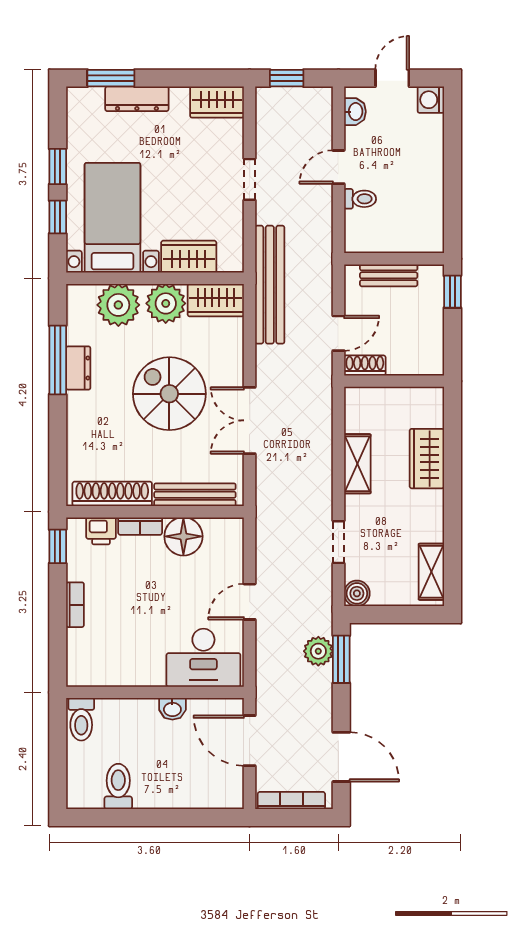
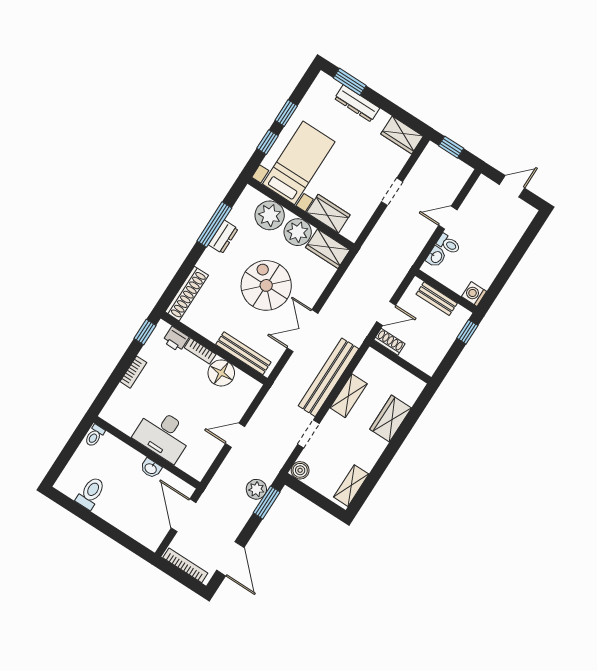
washing machine: (431, 100) -> (474, 294), moved
washbasin: (355, 112) -> (436, 257), moved
bench: (270, 285) -> (328, 377), moved
shoe rack: (112, 494) -> (187, 294), moved, turned 90
desk: (203, 658) -> (163, 435), moved
toilet: (81, 719) -> (95, 436), width x0.73, depth x0.72

